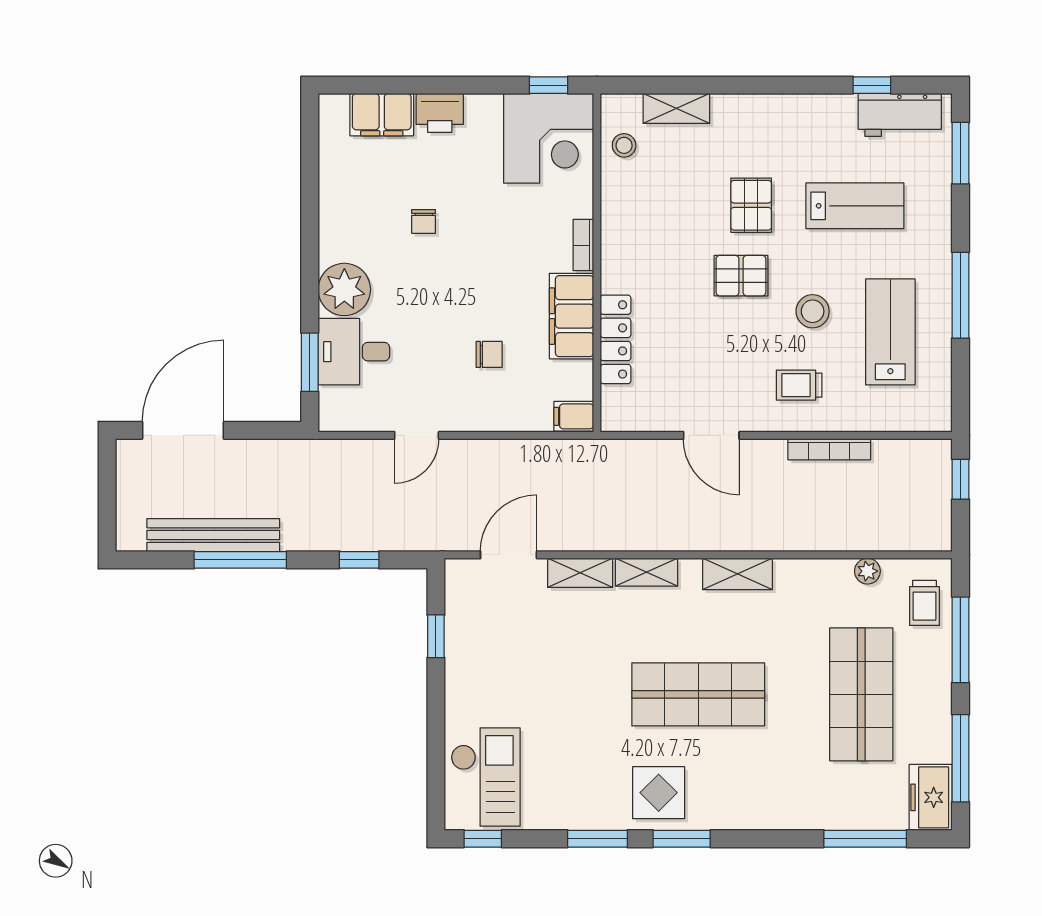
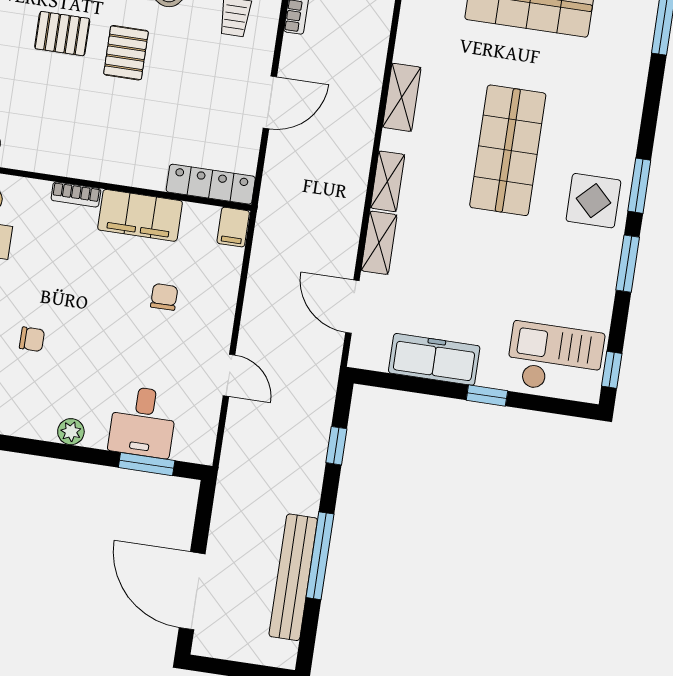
plant: (344, 289) -> (71, 432), width x0.53, depth x0.53
locker: (616, 339) -> (211, 184), moved
window: (436, 636) -> (487, 396), moved
freezer: (466, 650) -> (434, 359), added

